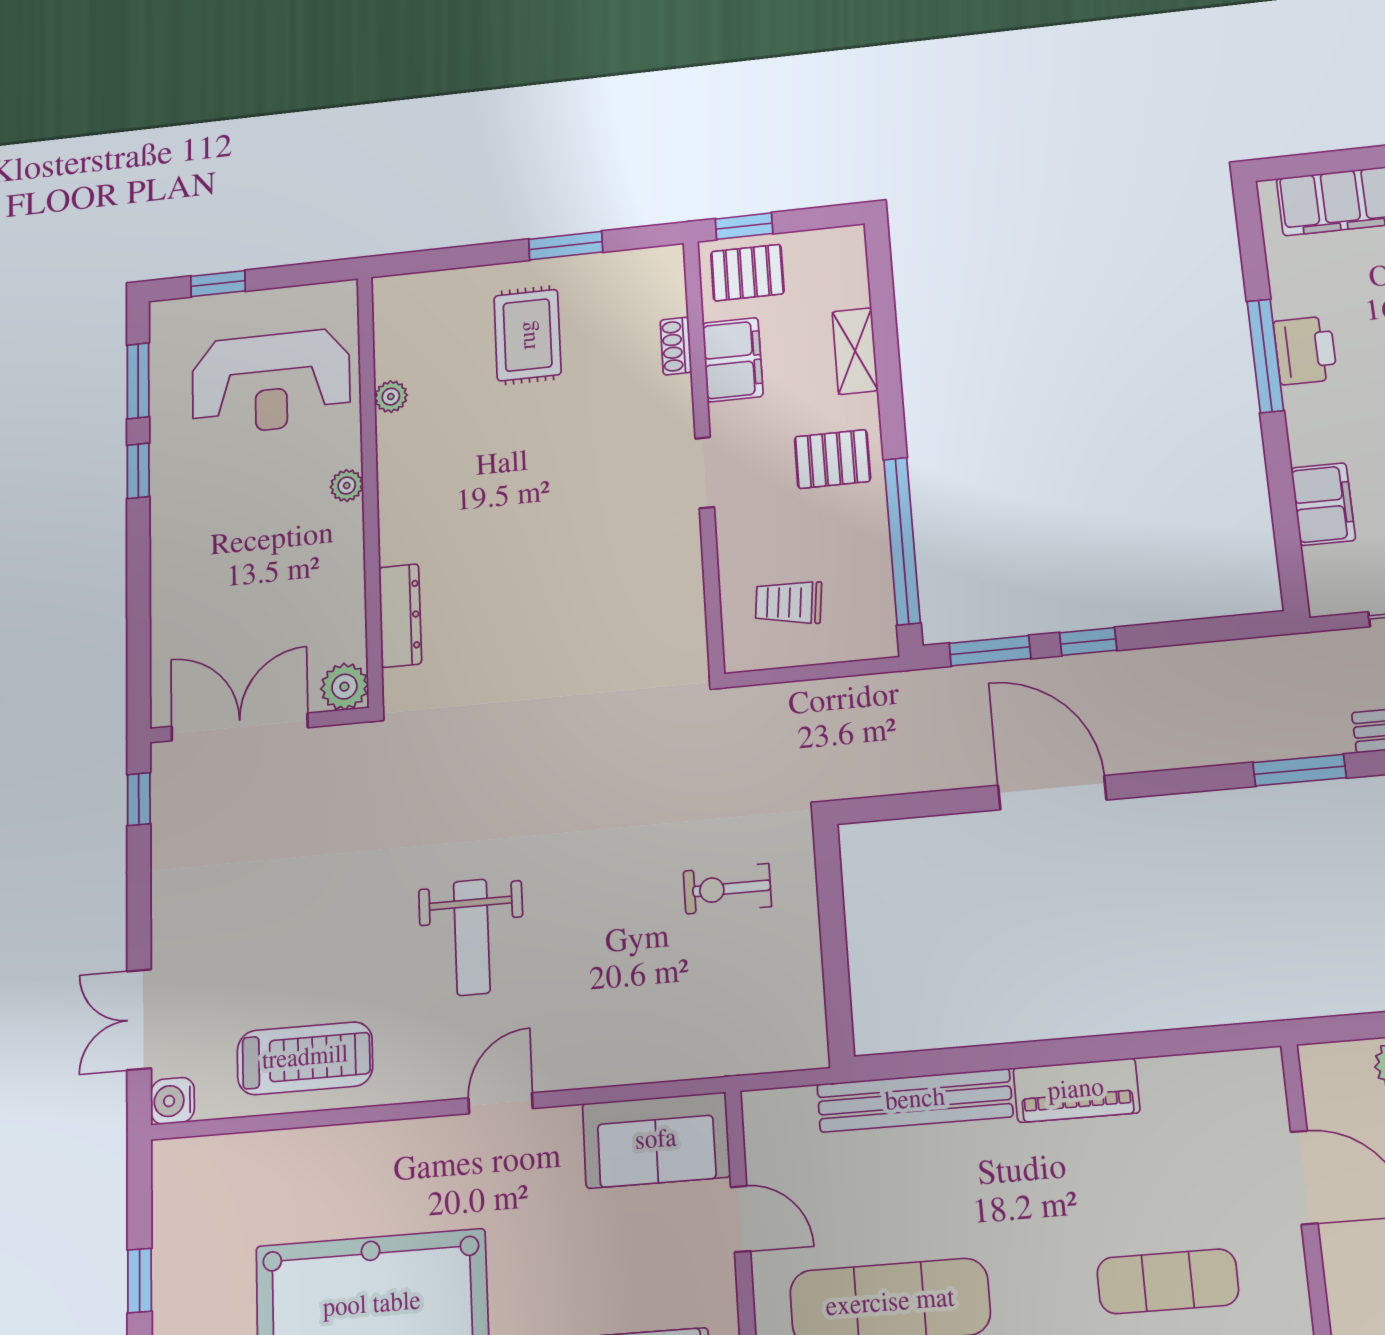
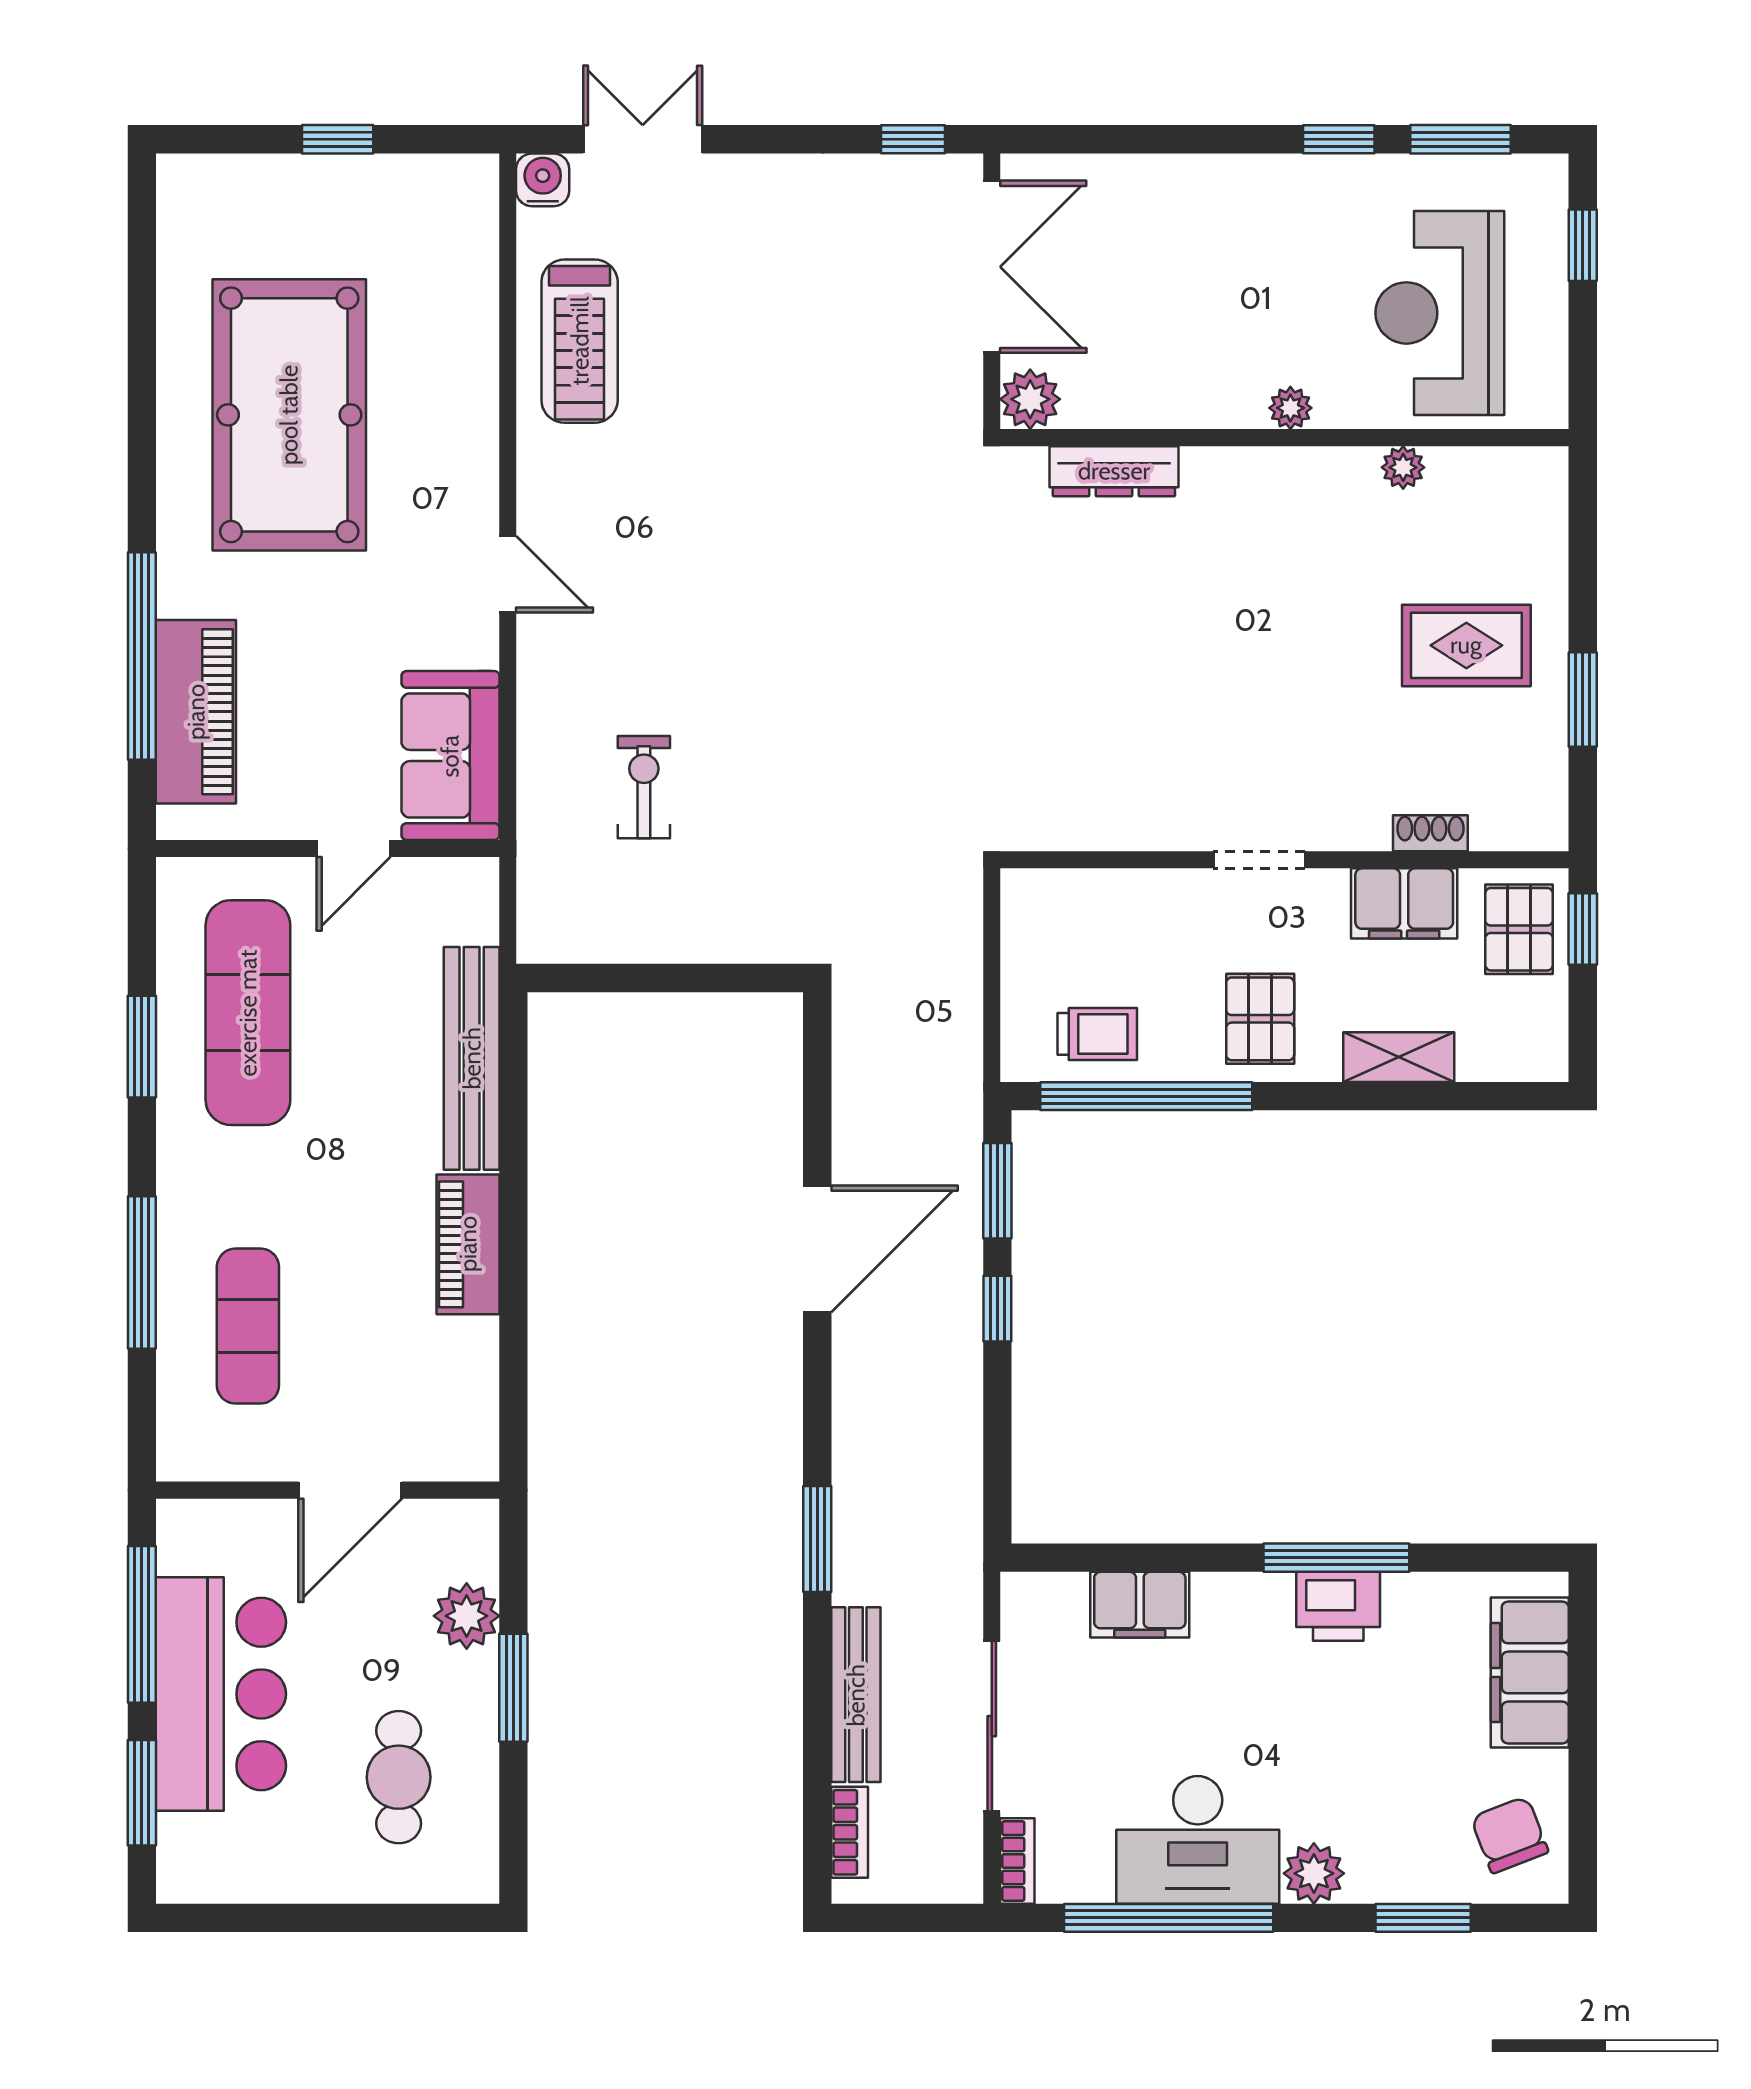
trolley: (789, 603) -> (1097, 1034), moved, turned 84
exercise bike: (727, 889) -> (644, 787), moved
weight bench: (472, 937) -> (706, 547), removed

